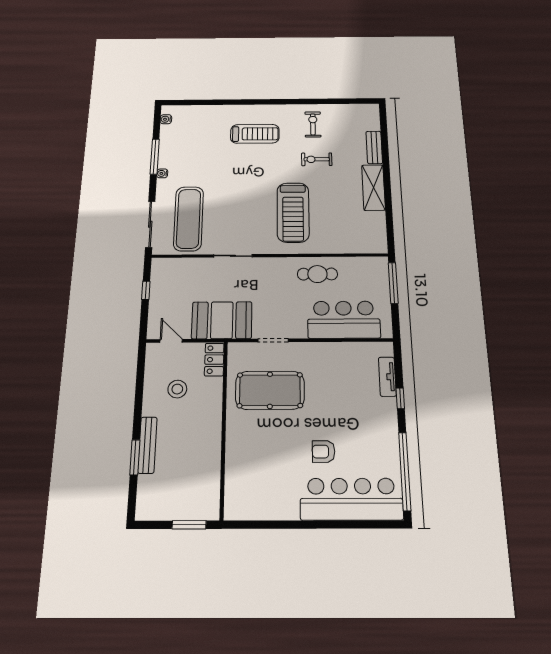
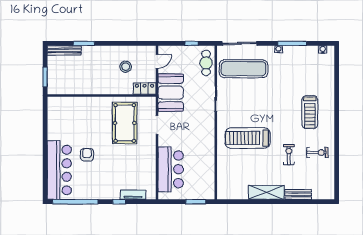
cafe table: (317, 274) -> (206, 63), moved
window: (393, 283) -> (196, 202), width x0.69
bench: (147, 445) -> (64, 50), moved

